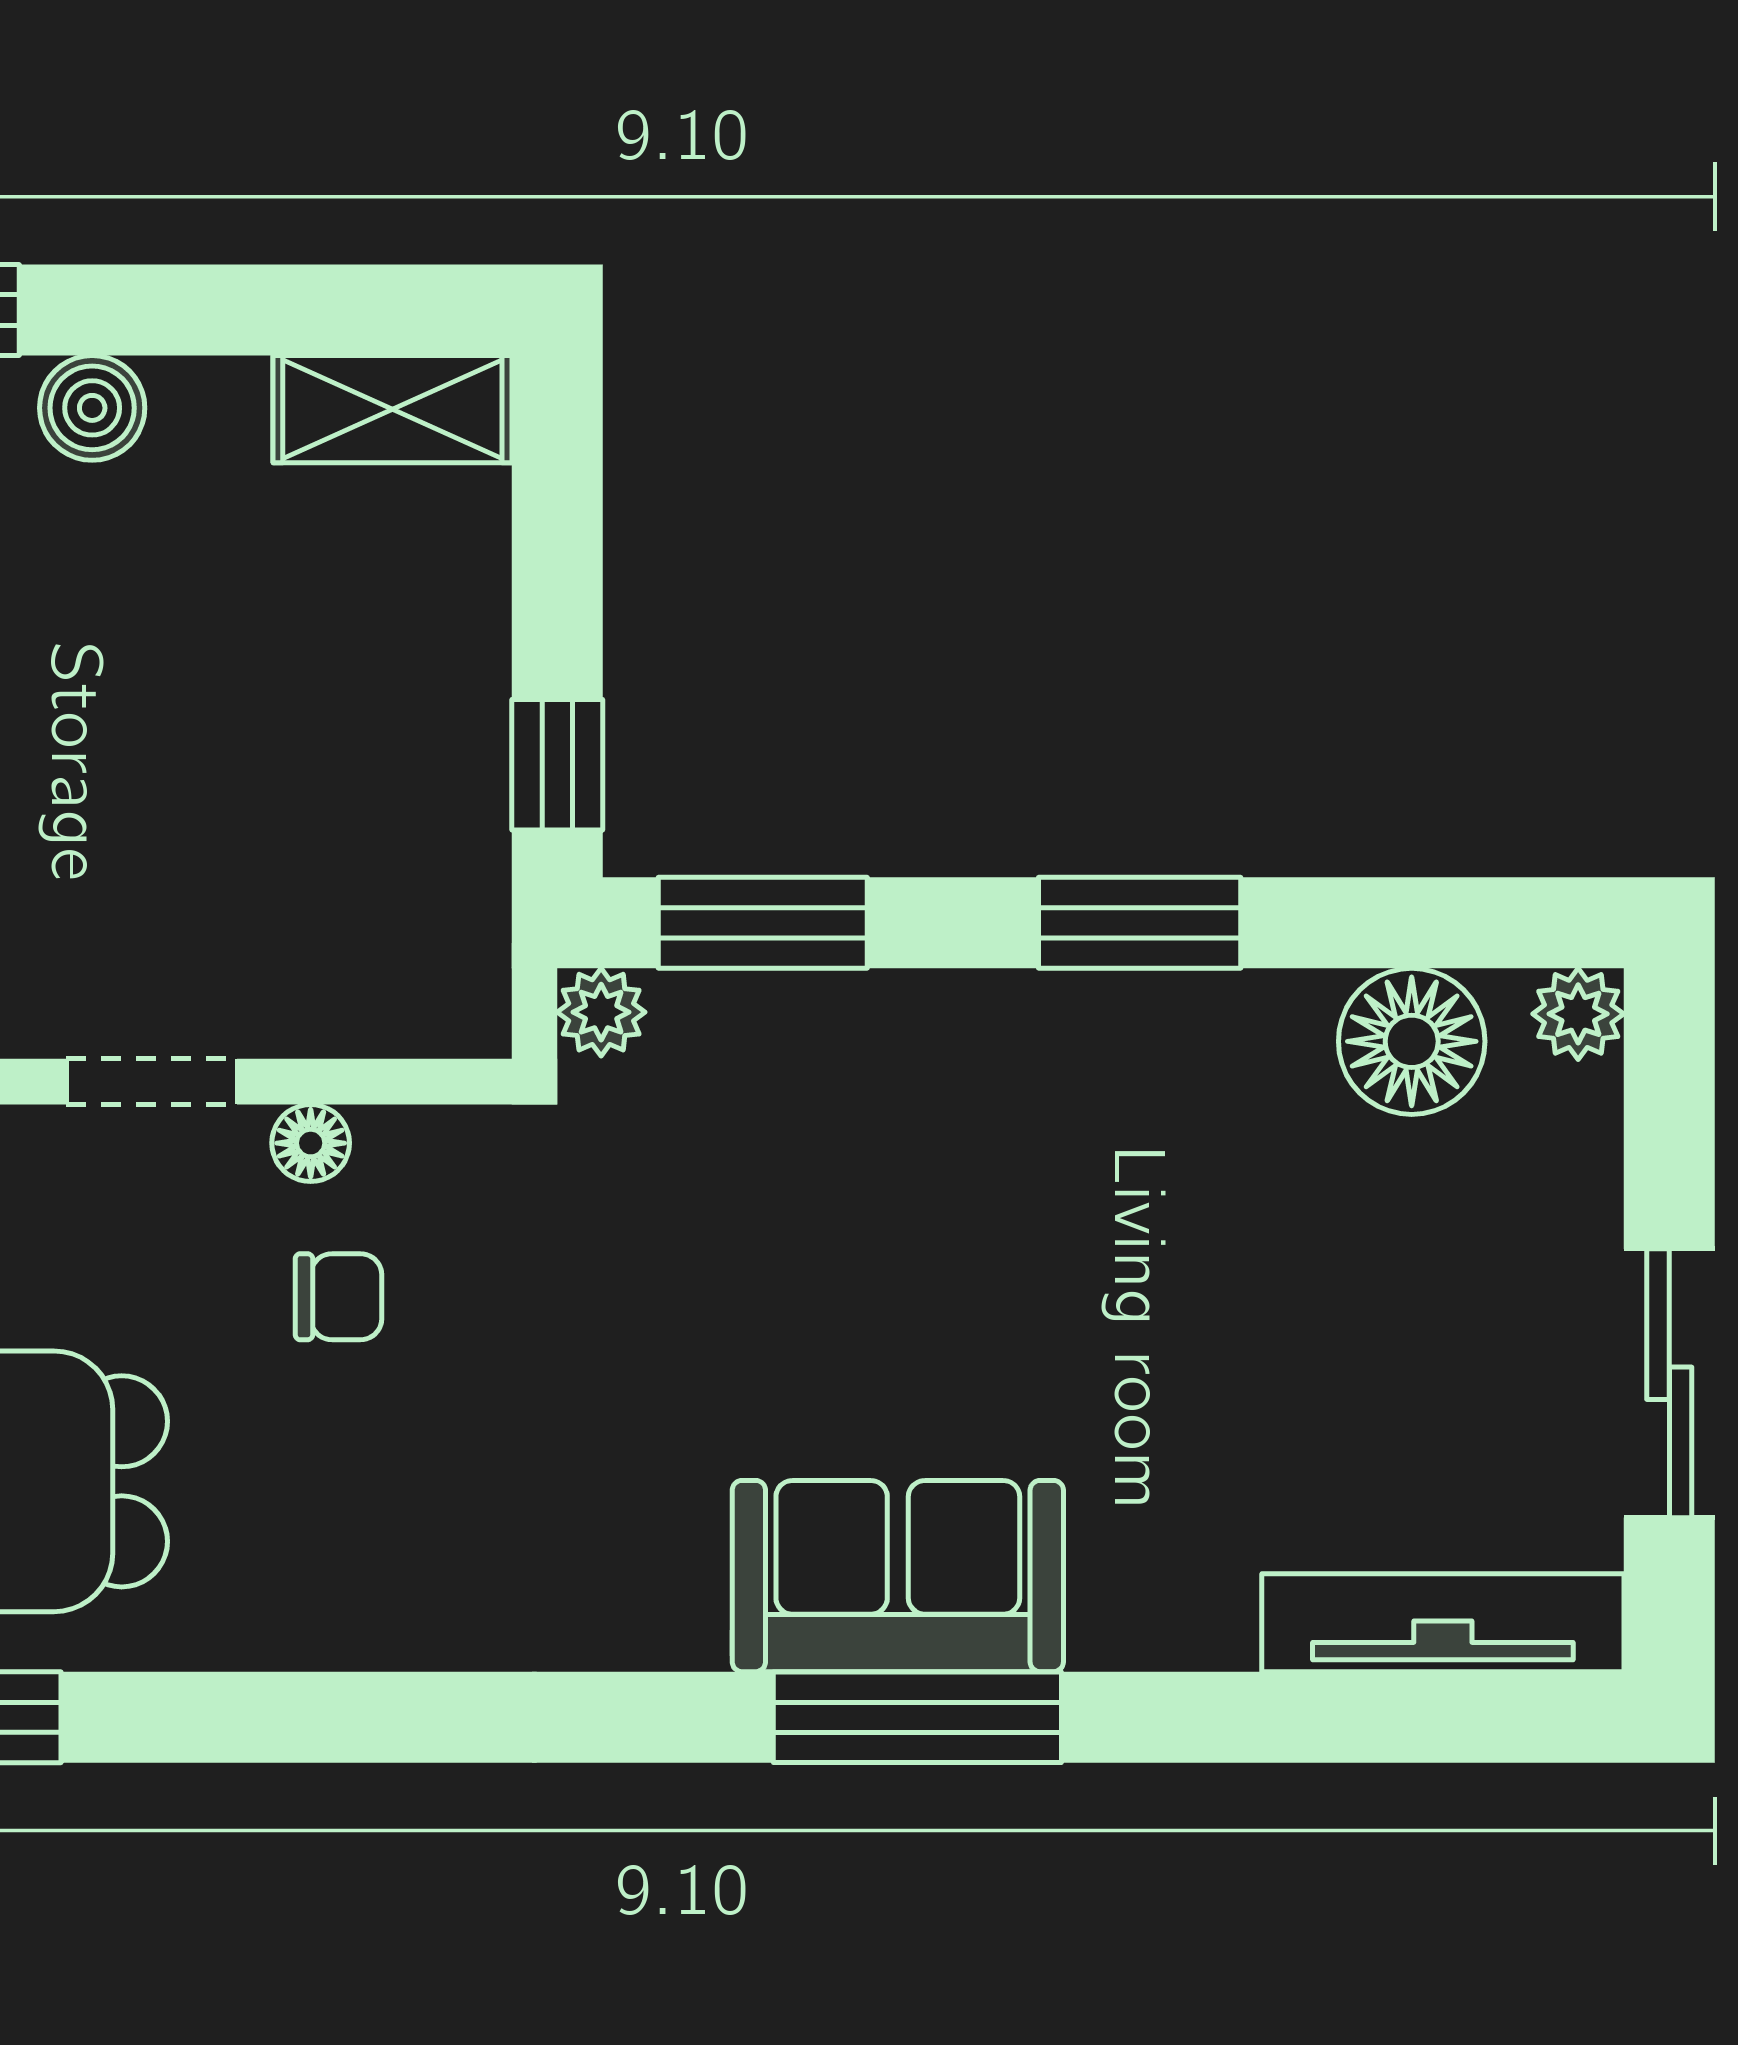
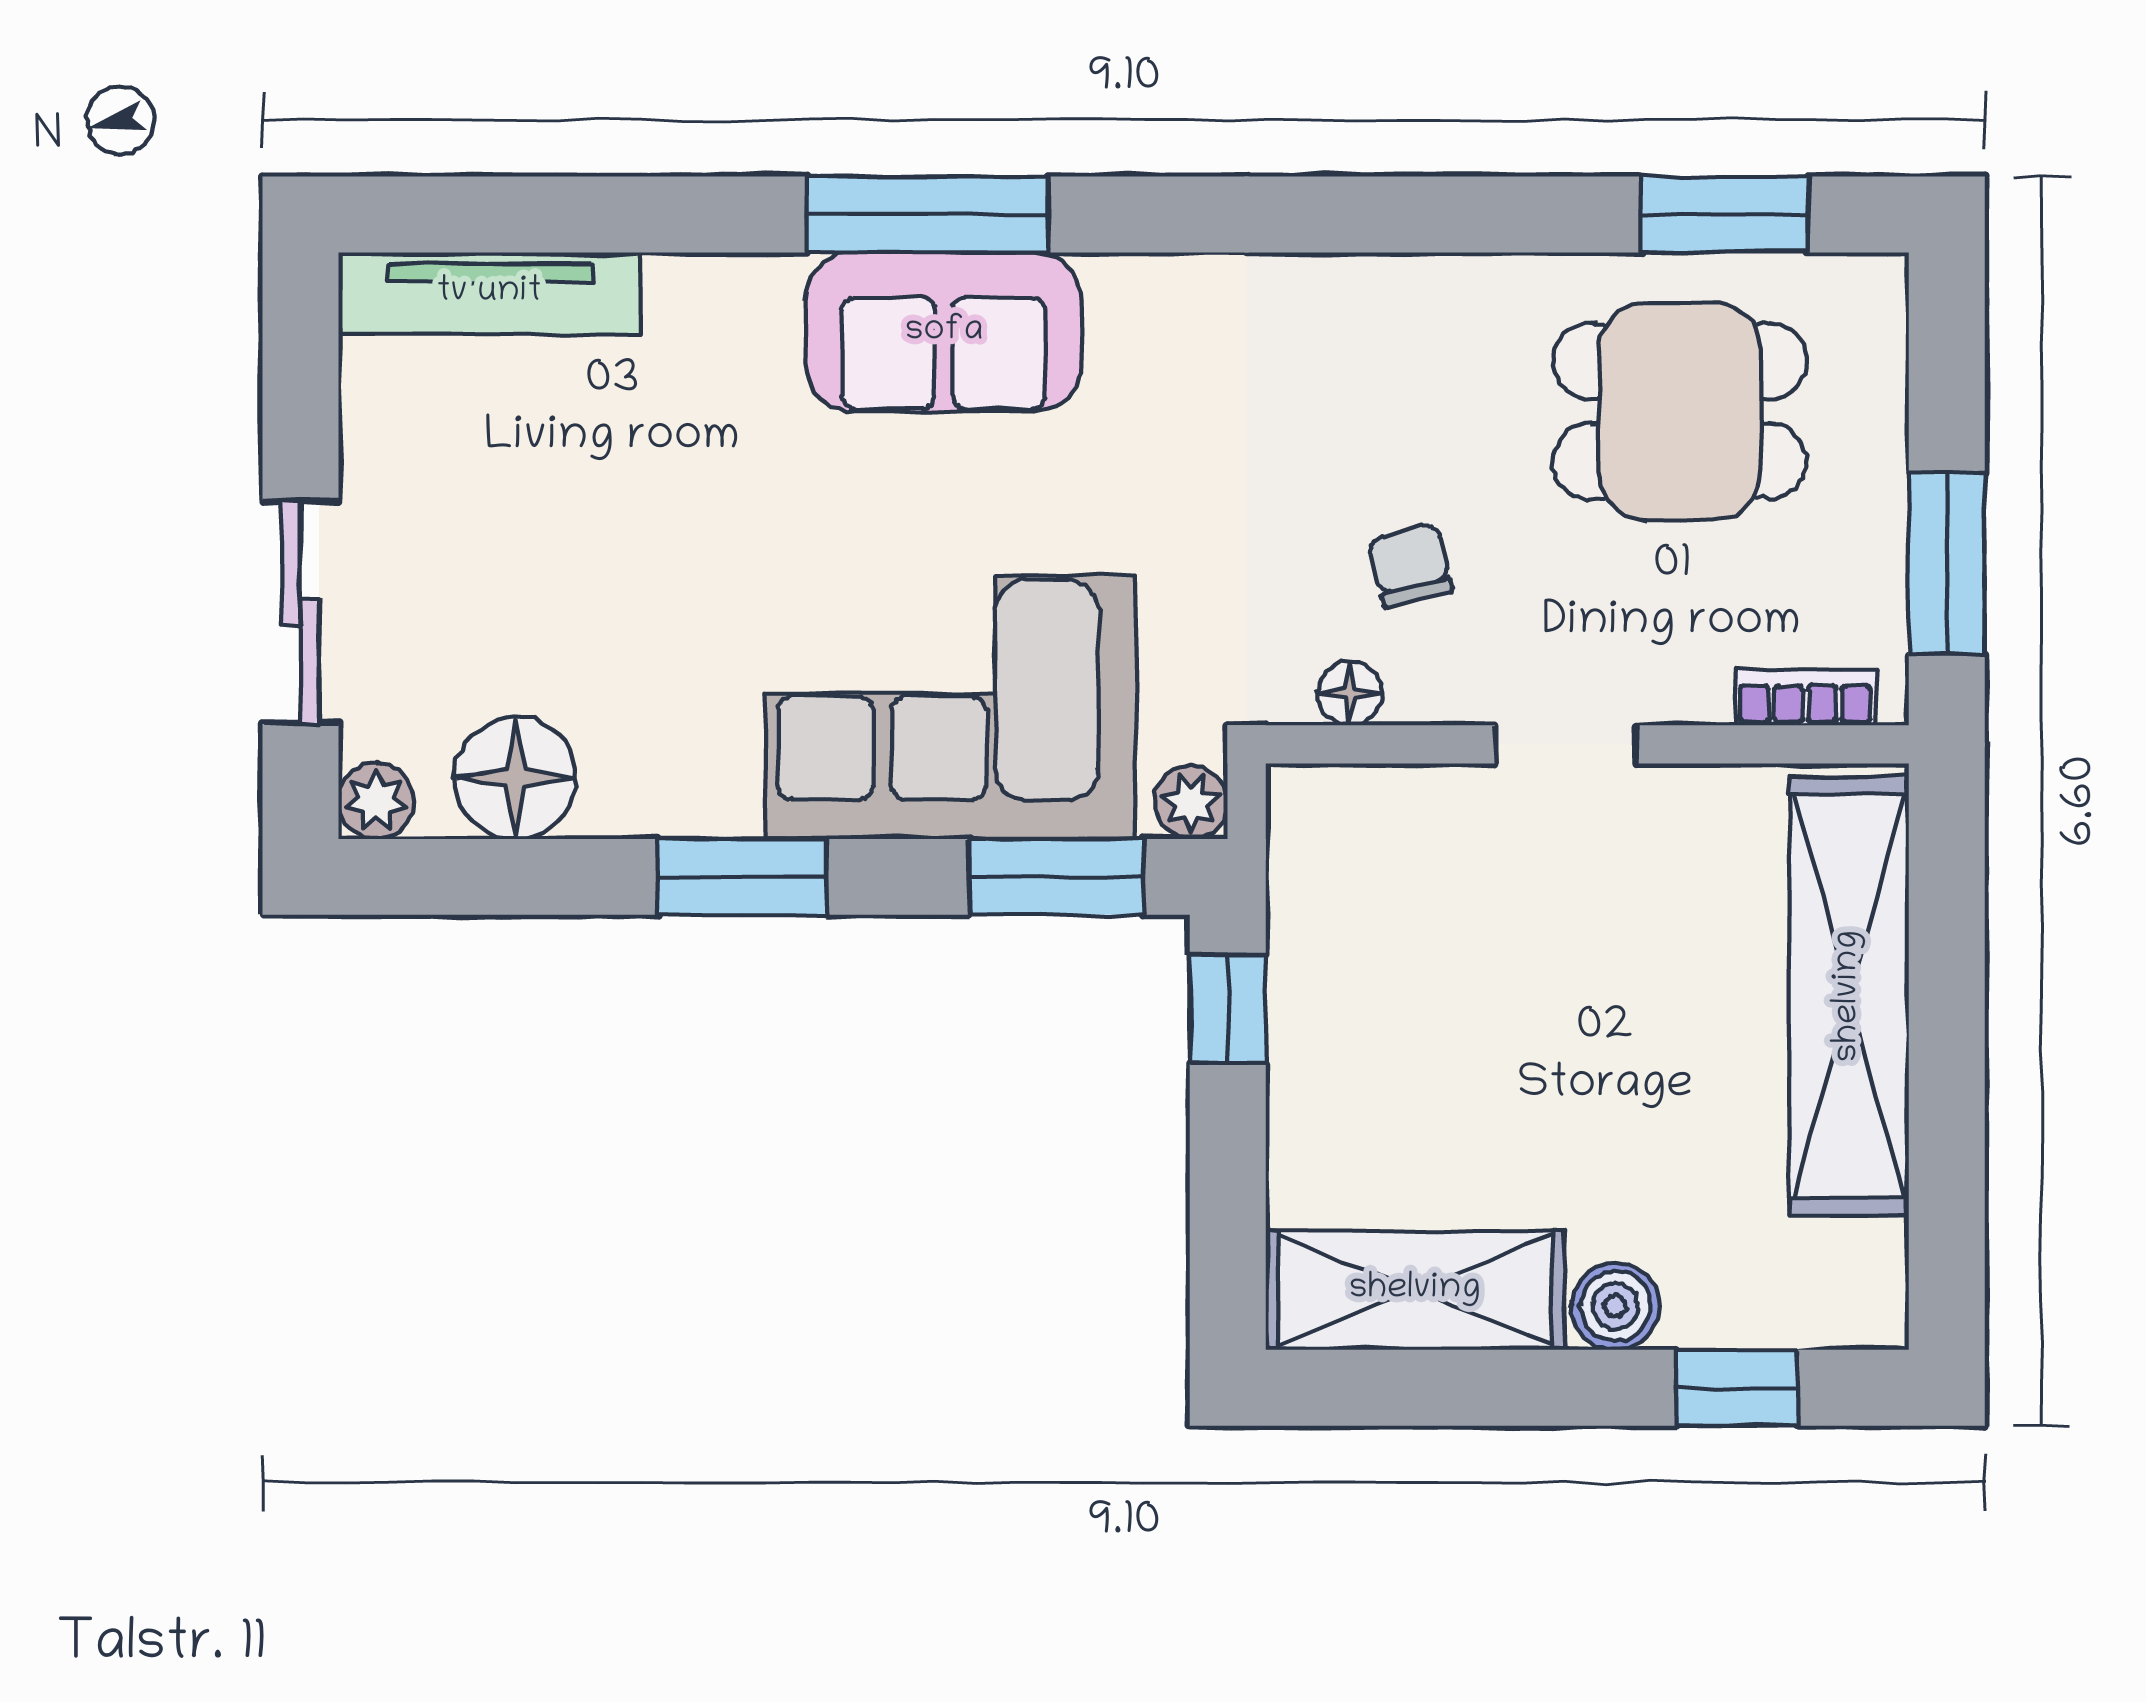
shelving: (392, 409) -> (1415, 1290), width x1.50, depth x1.33
corner sofa: (890, 1126) -> (950, 707), added
floor lamp: (311, 1143) -> (1350, 693), moved
chair: (338, 1297) -> (1410, 565), turned 76
sliding door: (1669, 1383) -> (300, 612), moved

